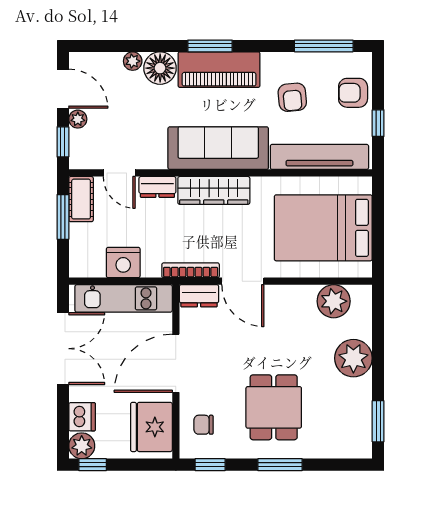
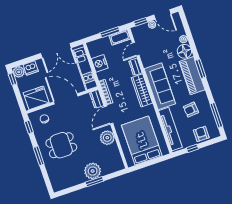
door: (63, 89) -> (162, 14), hinge flipped
plant: (334, 301) -> (107, 138), moved
window: (378, 421) -> (94, 182), moved

